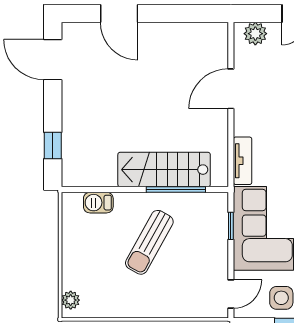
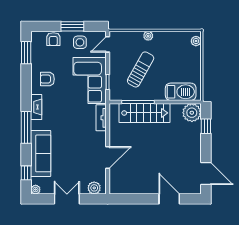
plant: (78, 170) -> (192, 113), added
barbecue: (98, 203) -> (181, 92), width x1.88, depth x1.53
sun lounger: (149, 242) -> (141, 69), moved
plant: (157, 310) -> (148, 36), added

